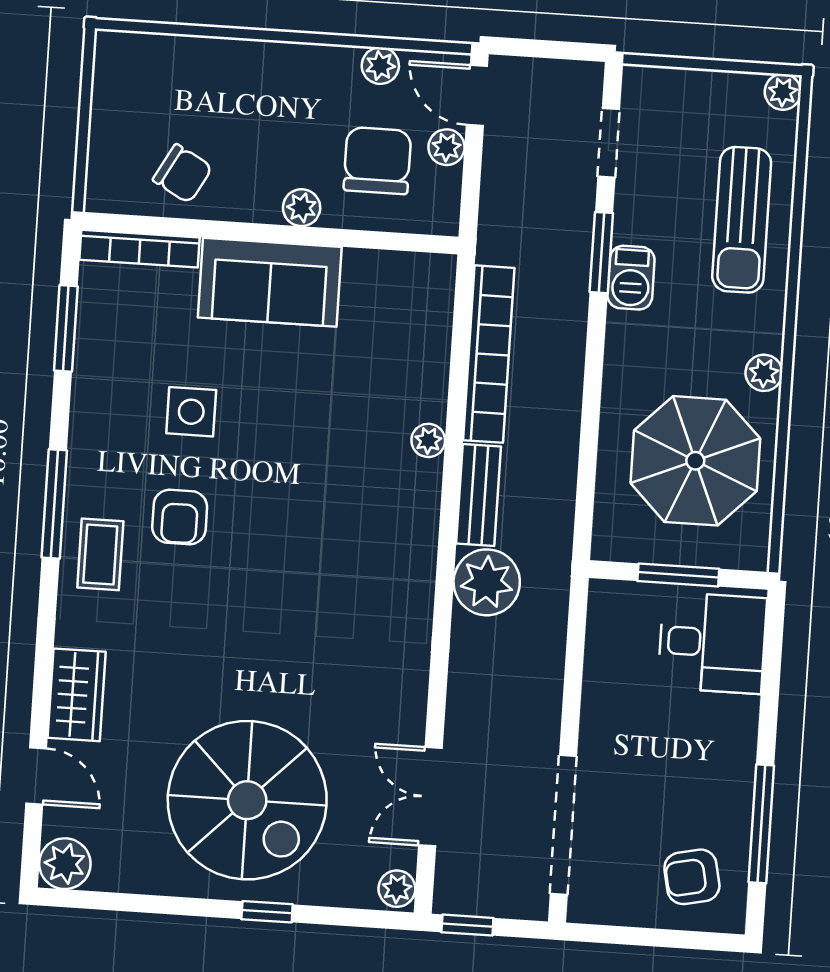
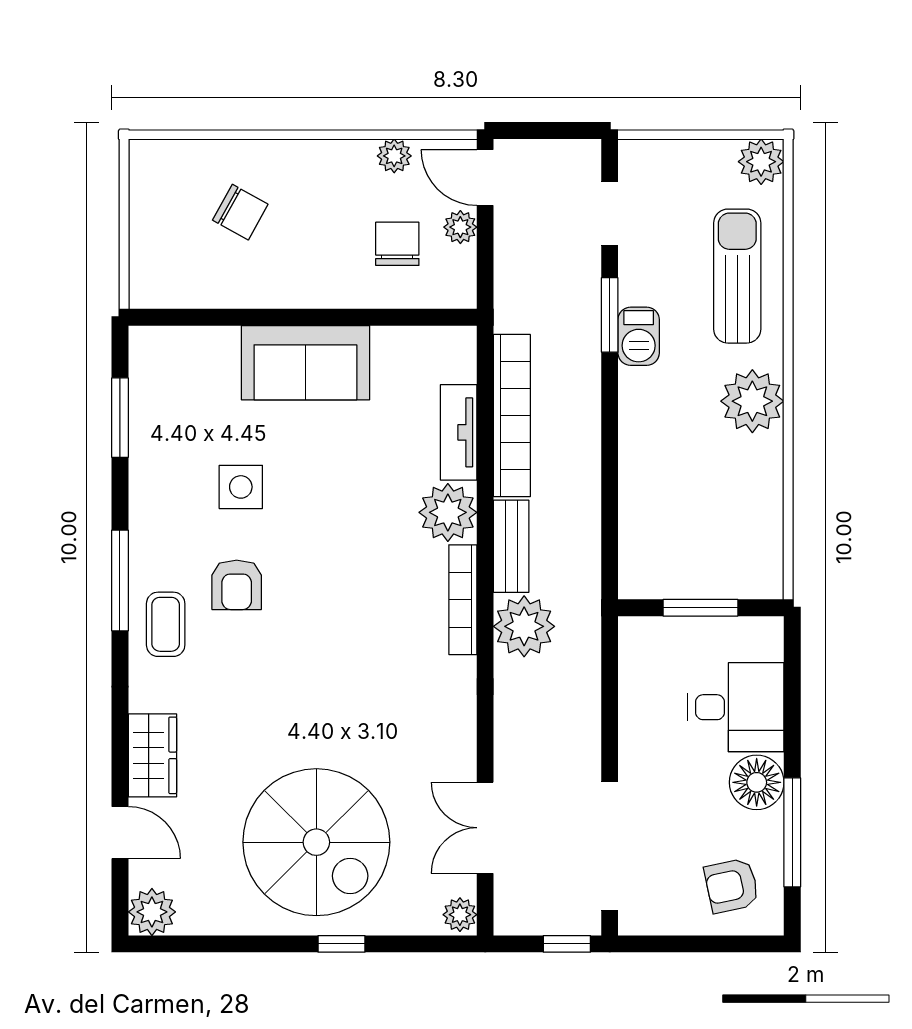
plant: (783, 92) -> (761, 162), width x1.38, depth x1.38
chair: (377, 161) -> (397, 244), width x0.73, depth x0.73
chair: (183, 174) -> (240, 212), moved
plant: (302, 208) -> (330, 292), removed
sun lounger: (742, 220) -> (737, 276), turned 180
bookcase: (140, 249) -> (463, 600), moved, turned 90
tv unit: (430, 368) -> (459, 432), added
plant: (764, 373) -> (752, 401), width x1.87, depth x1.87
plant: (428, 440) -> (448, 512), width x1.87, depth x1.87
parasol: (695, 461) -> (709, 501), removed
desk: (712, 643) -> (736, 707), moved
floor lamp: (726, 767) -> (757, 782), added
window: (467, 925) -> (567, 944), moved

